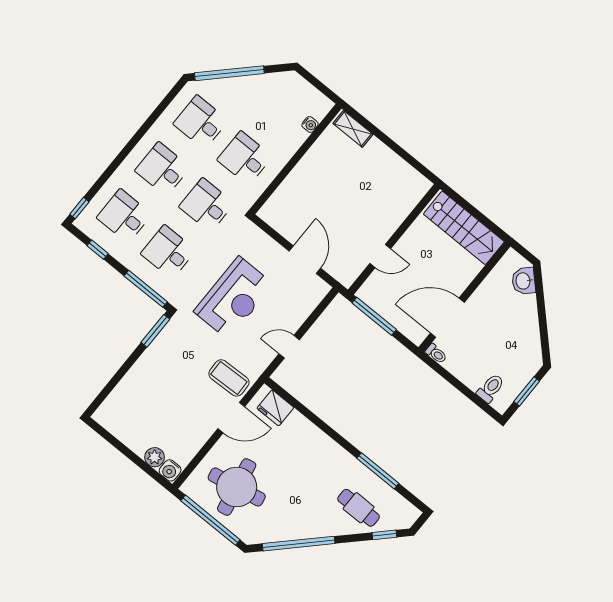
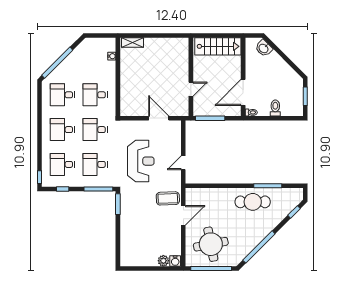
toilet: (491, 388) -> (275, 108), moved
fridge: (275, 408) -> (199, 195), removed
cafe table: (359, 508) -> (253, 202), moved, width x1.37, depth x1.35

